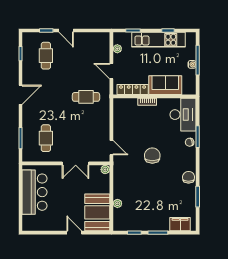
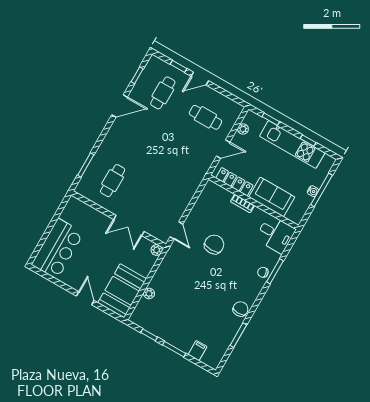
door: (66, 31) -> (200, 79), hinge flipped
door: (111, 71) -> (223, 149), swing flipped
door: (20, 95) -> (120, 106), moved
cafe table: (86, 97) -> (205, 117), moved
desk: (183, 115) -> (275, 234), width x0.73
chair: (152, 156) -> (214, 245), moved
bar counter: (35, 192) -> (58, 249), moved
filing cabinet: (180, 224) -> (198, 351), width x0.50

